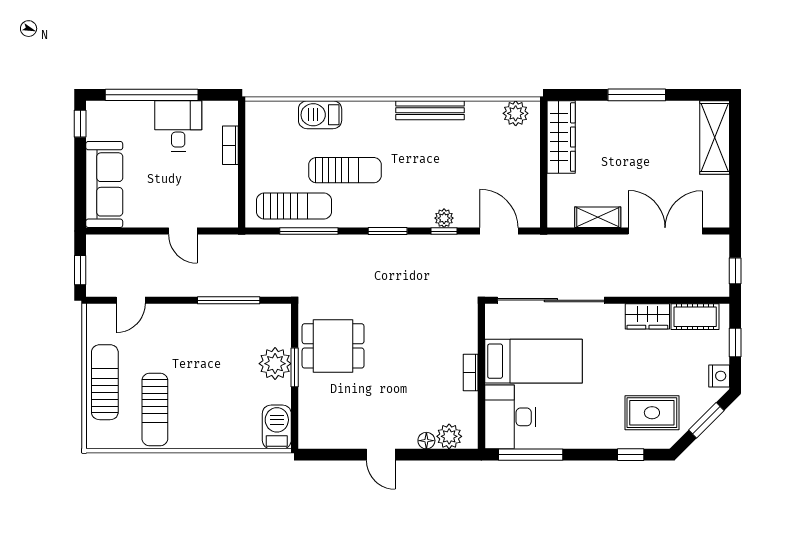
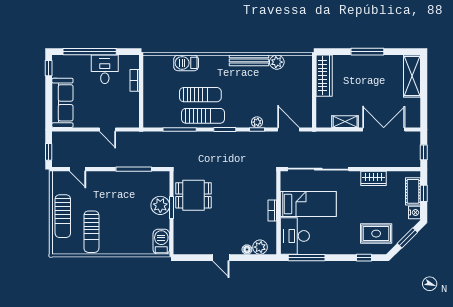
plant: (516, 113) -> (277, 62), moved
sun lounger: (294, 206) -> (203, 116), moved
door: (131, 300) -> (78, 169), hinge flipped
cot: (695, 317) -> (413, 191), moved, turned 90
sun lounger: (105, 382) -> (63, 216), turned 180

